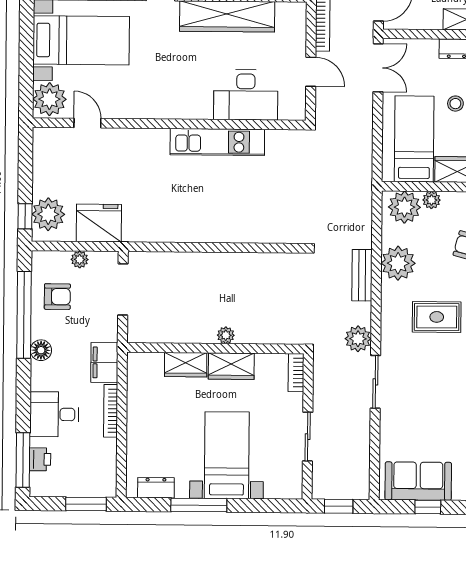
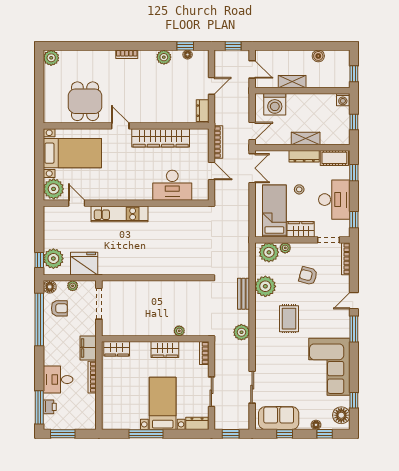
kitchen unit: (217, 142) -> (120, 214), moved
rug: (437, 317) -> (289, 319), turned 90
plant: (226, 335) -> (179, 331), moved
floor lamp: (41, 350) -> (50, 287), moved
wardrobe: (186, 365) -> (117, 349), moved
sliding door: (375, 382) -> (252, 387), moved
dresser: (156, 488) -> (197, 423), moved
window: (86, 504) -> (63, 434), moved

